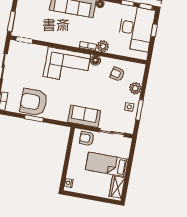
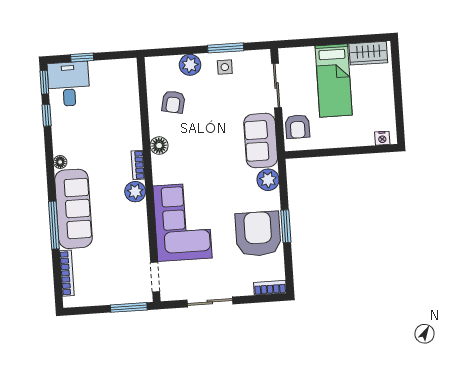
desk: (136, 28) -> (69, 84), width x0.53, depth x0.77
plant: (103, 46) -> (135, 192), moved
corner sofa: (67, 65) -> (182, 222), moved
armchair: (34, 102) -> (258, 234), turned 180
plant: (62, 115) -> (268, 180), added

